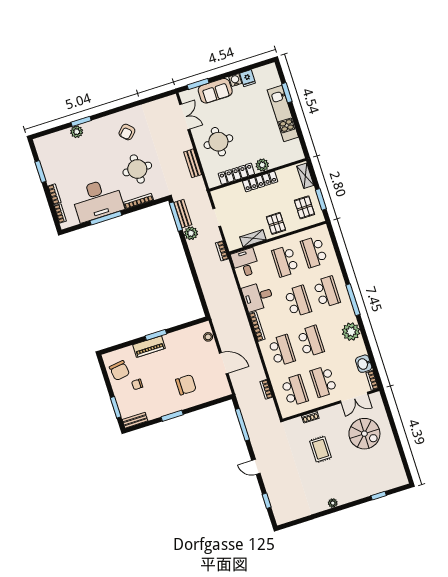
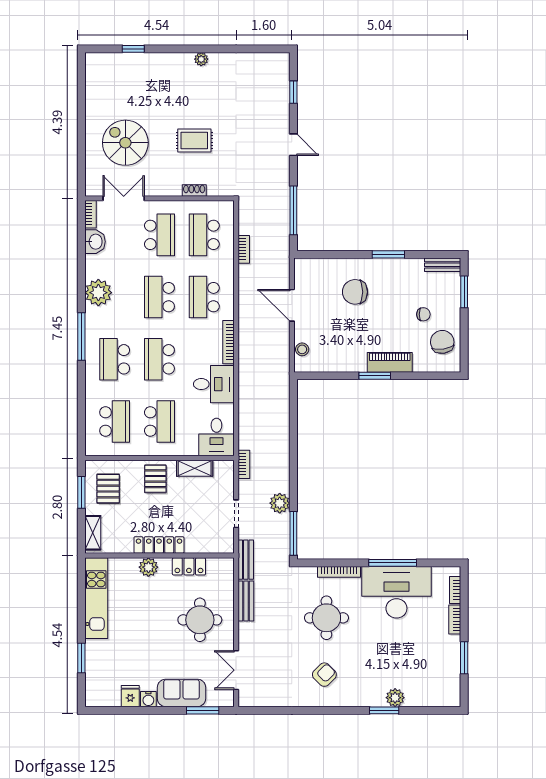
kitchen unit: (283, 113) -> (96, 598), moved
locker: (236, 174) -> (189, 566), width x0.66
bench: (183, 214) -> (246, 560), moved
rug: (320, 449) -> (194, 141), turned 90

